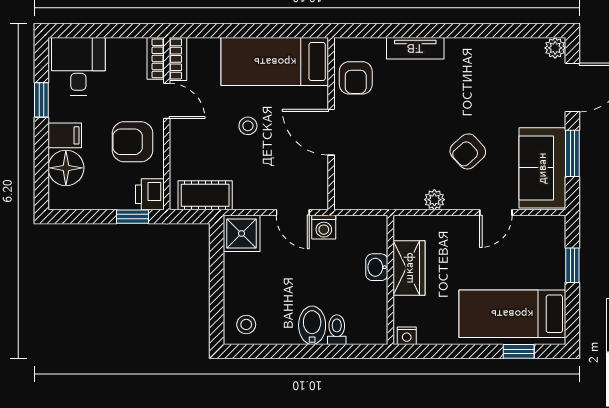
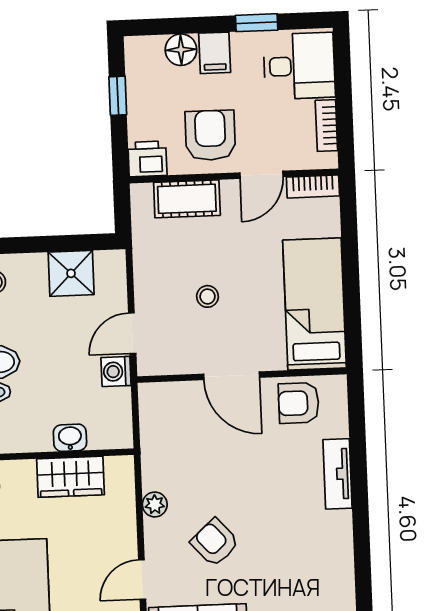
bookcase: (156, 58) -> (326, 126), moved, turned -90
stool: (248, 126) -> (208, 296), moved
door: (331, 132) -> (232, 376), swing flipped
floor lamp: (66, 168) -> (181, 50), width x0.73, depth x0.73
cot: (205, 195) -> (187, 199), moved, turned 90
door: (496, 213) -> (142, 580), hinge flipped
window: (132, 217) -> (118, 96), moved
shower: (242, 233) -> (71, 273), moved

